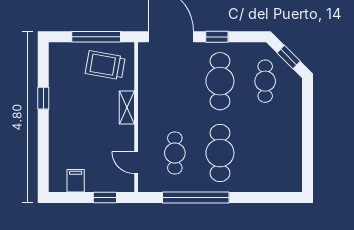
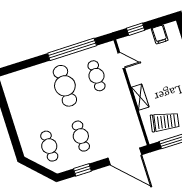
window: (217, 37) -> (82, 170), moved
window: (289, 57) -> (38, 168), removed
cafe table: (220, 81) -> (81, 136), width x0.73, depth x0.74

